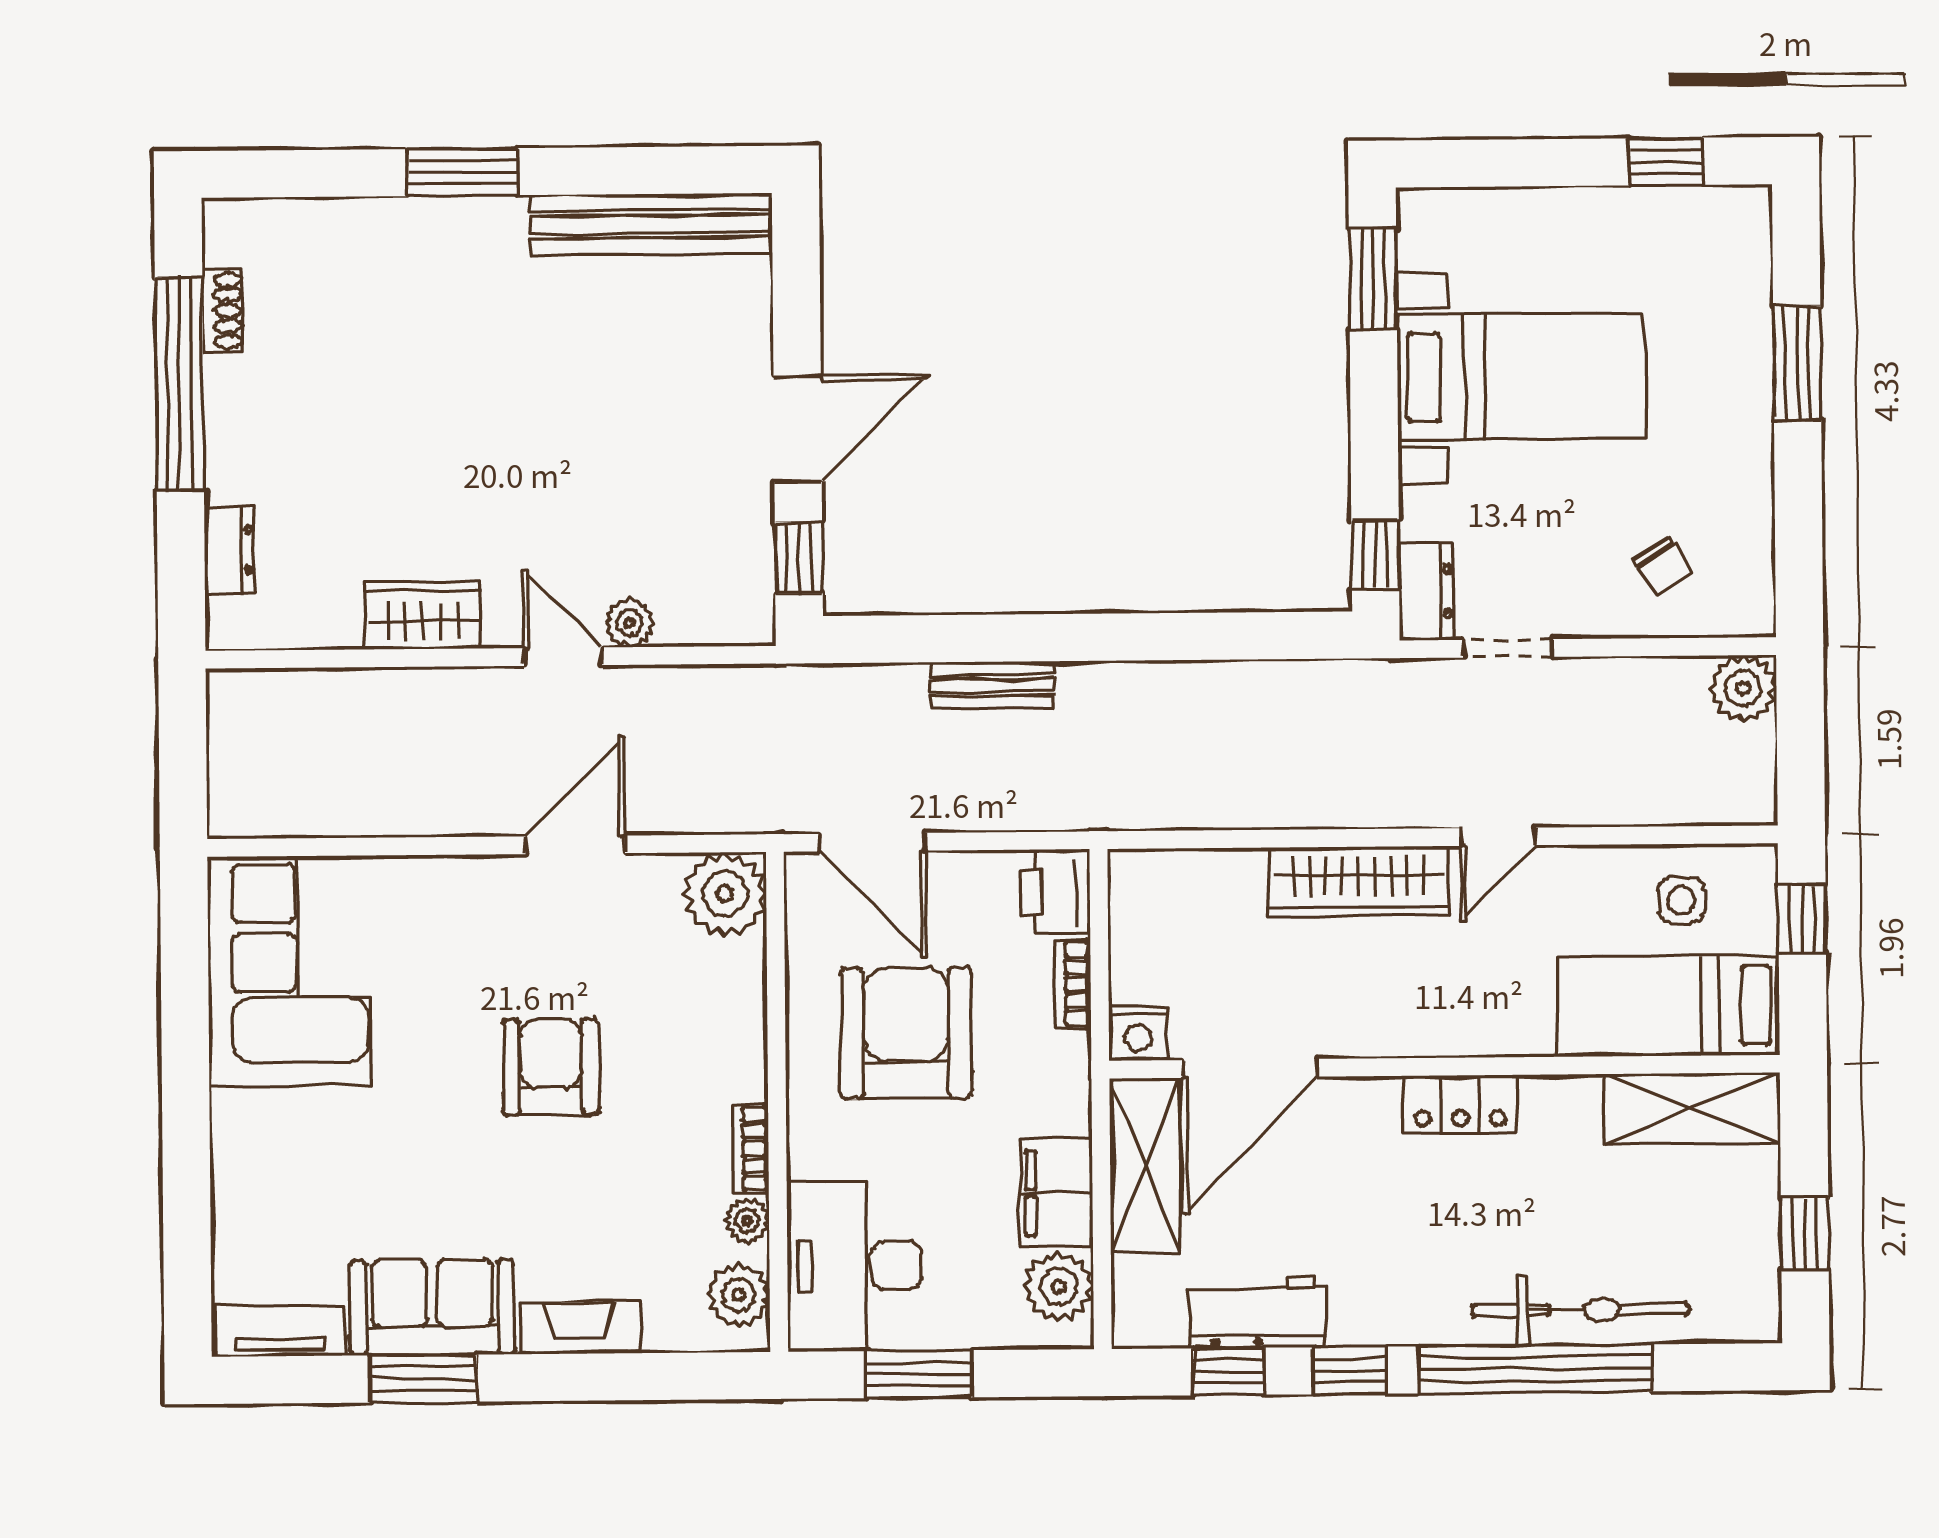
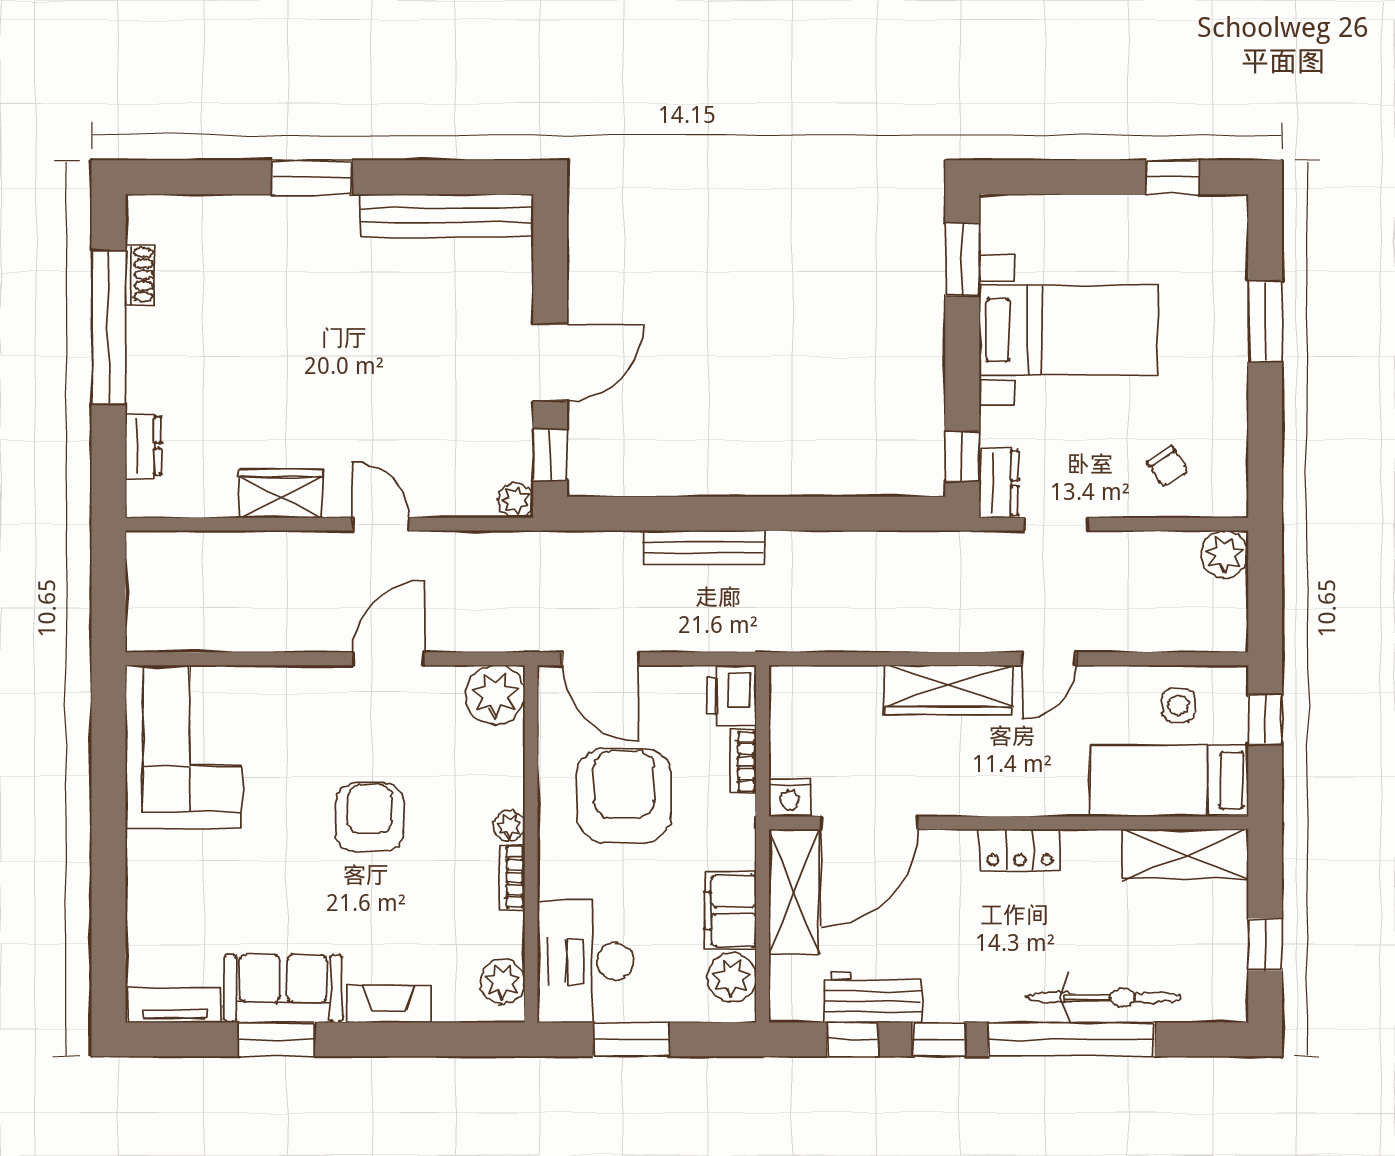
plant: (629, 623) -> (516, 500), moved
bench: (992, 685) -> (704, 547), width x1.36
plant: (747, 1221) -> (509, 826), moved

